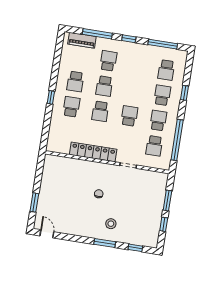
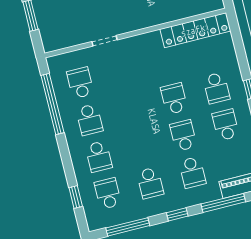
window: (184, 93) -> (76, 197), moved
school desk: (129, 116) -> (150, 183), moved
locker: (93, 152) -> (195, 30), moved

